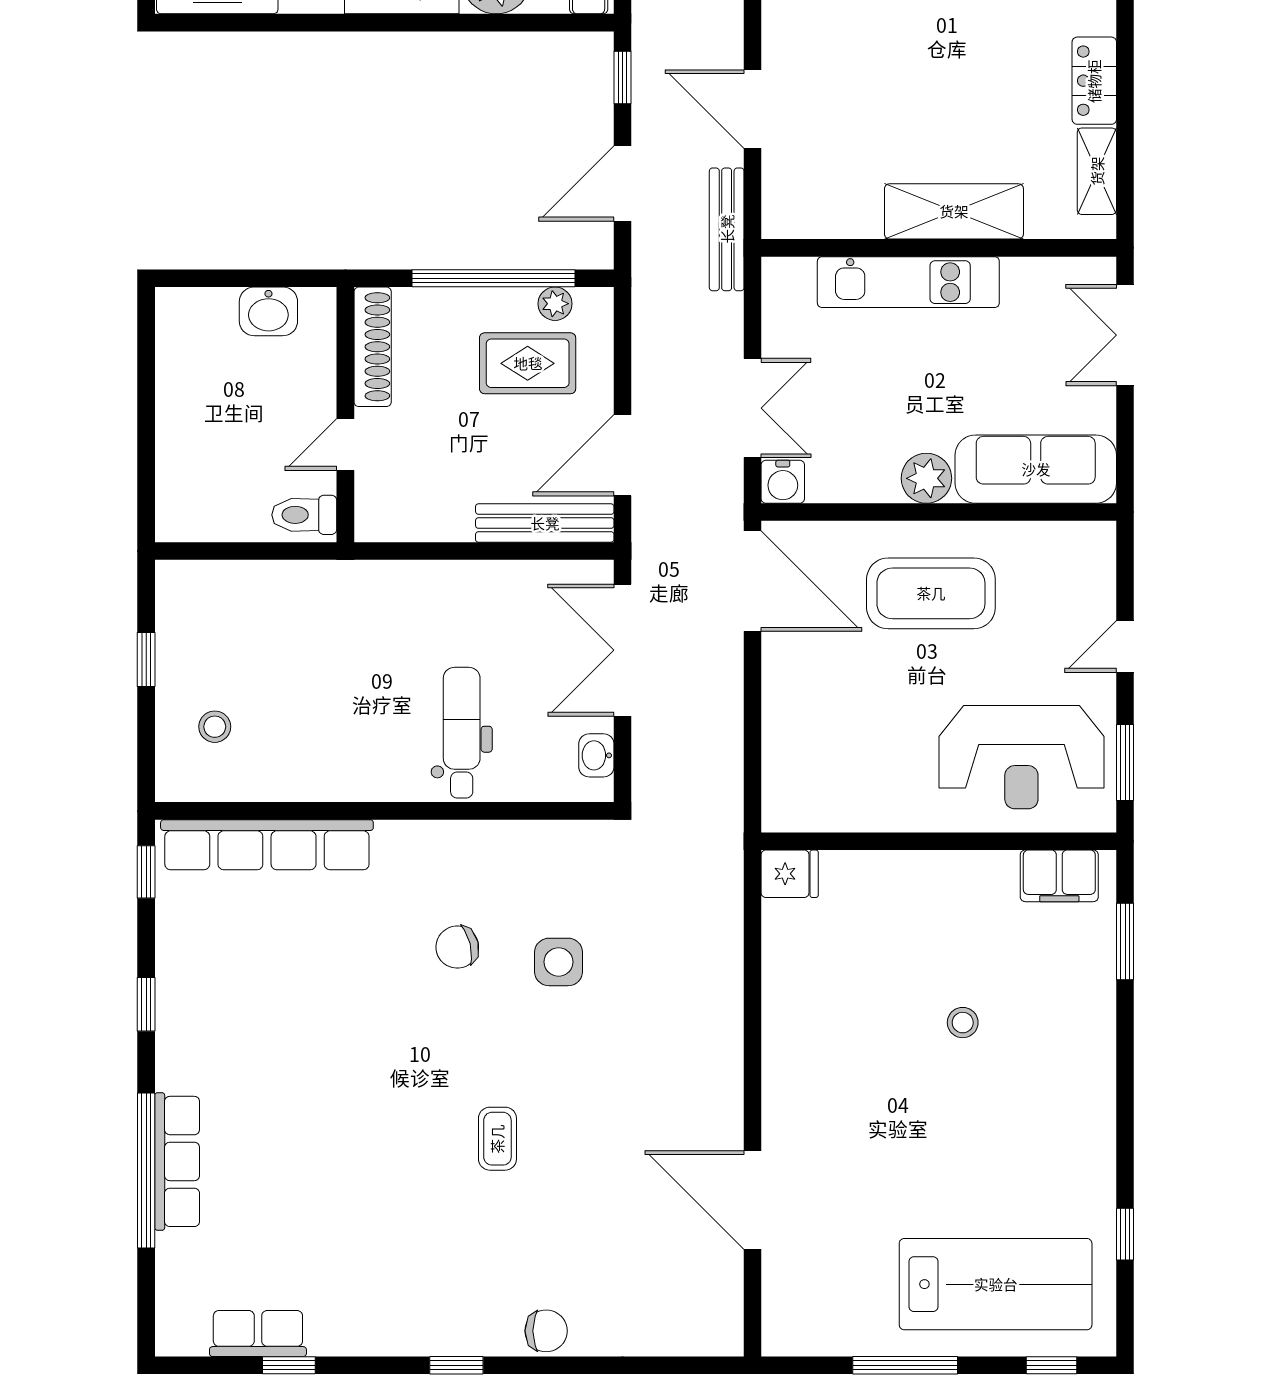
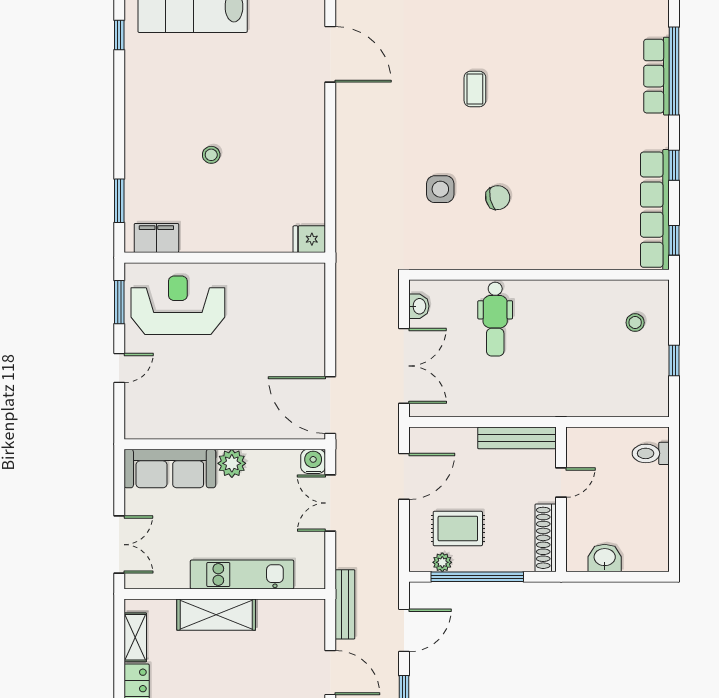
toilet: (304, 515) -> (651, 453), moved, turned 180
bench: (545, 523) -> (517, 438), moved
coffee table: (931, 593) -> (229, 398), removed
row of seats: (267, 845) -> (655, 210), moved, turned -90

